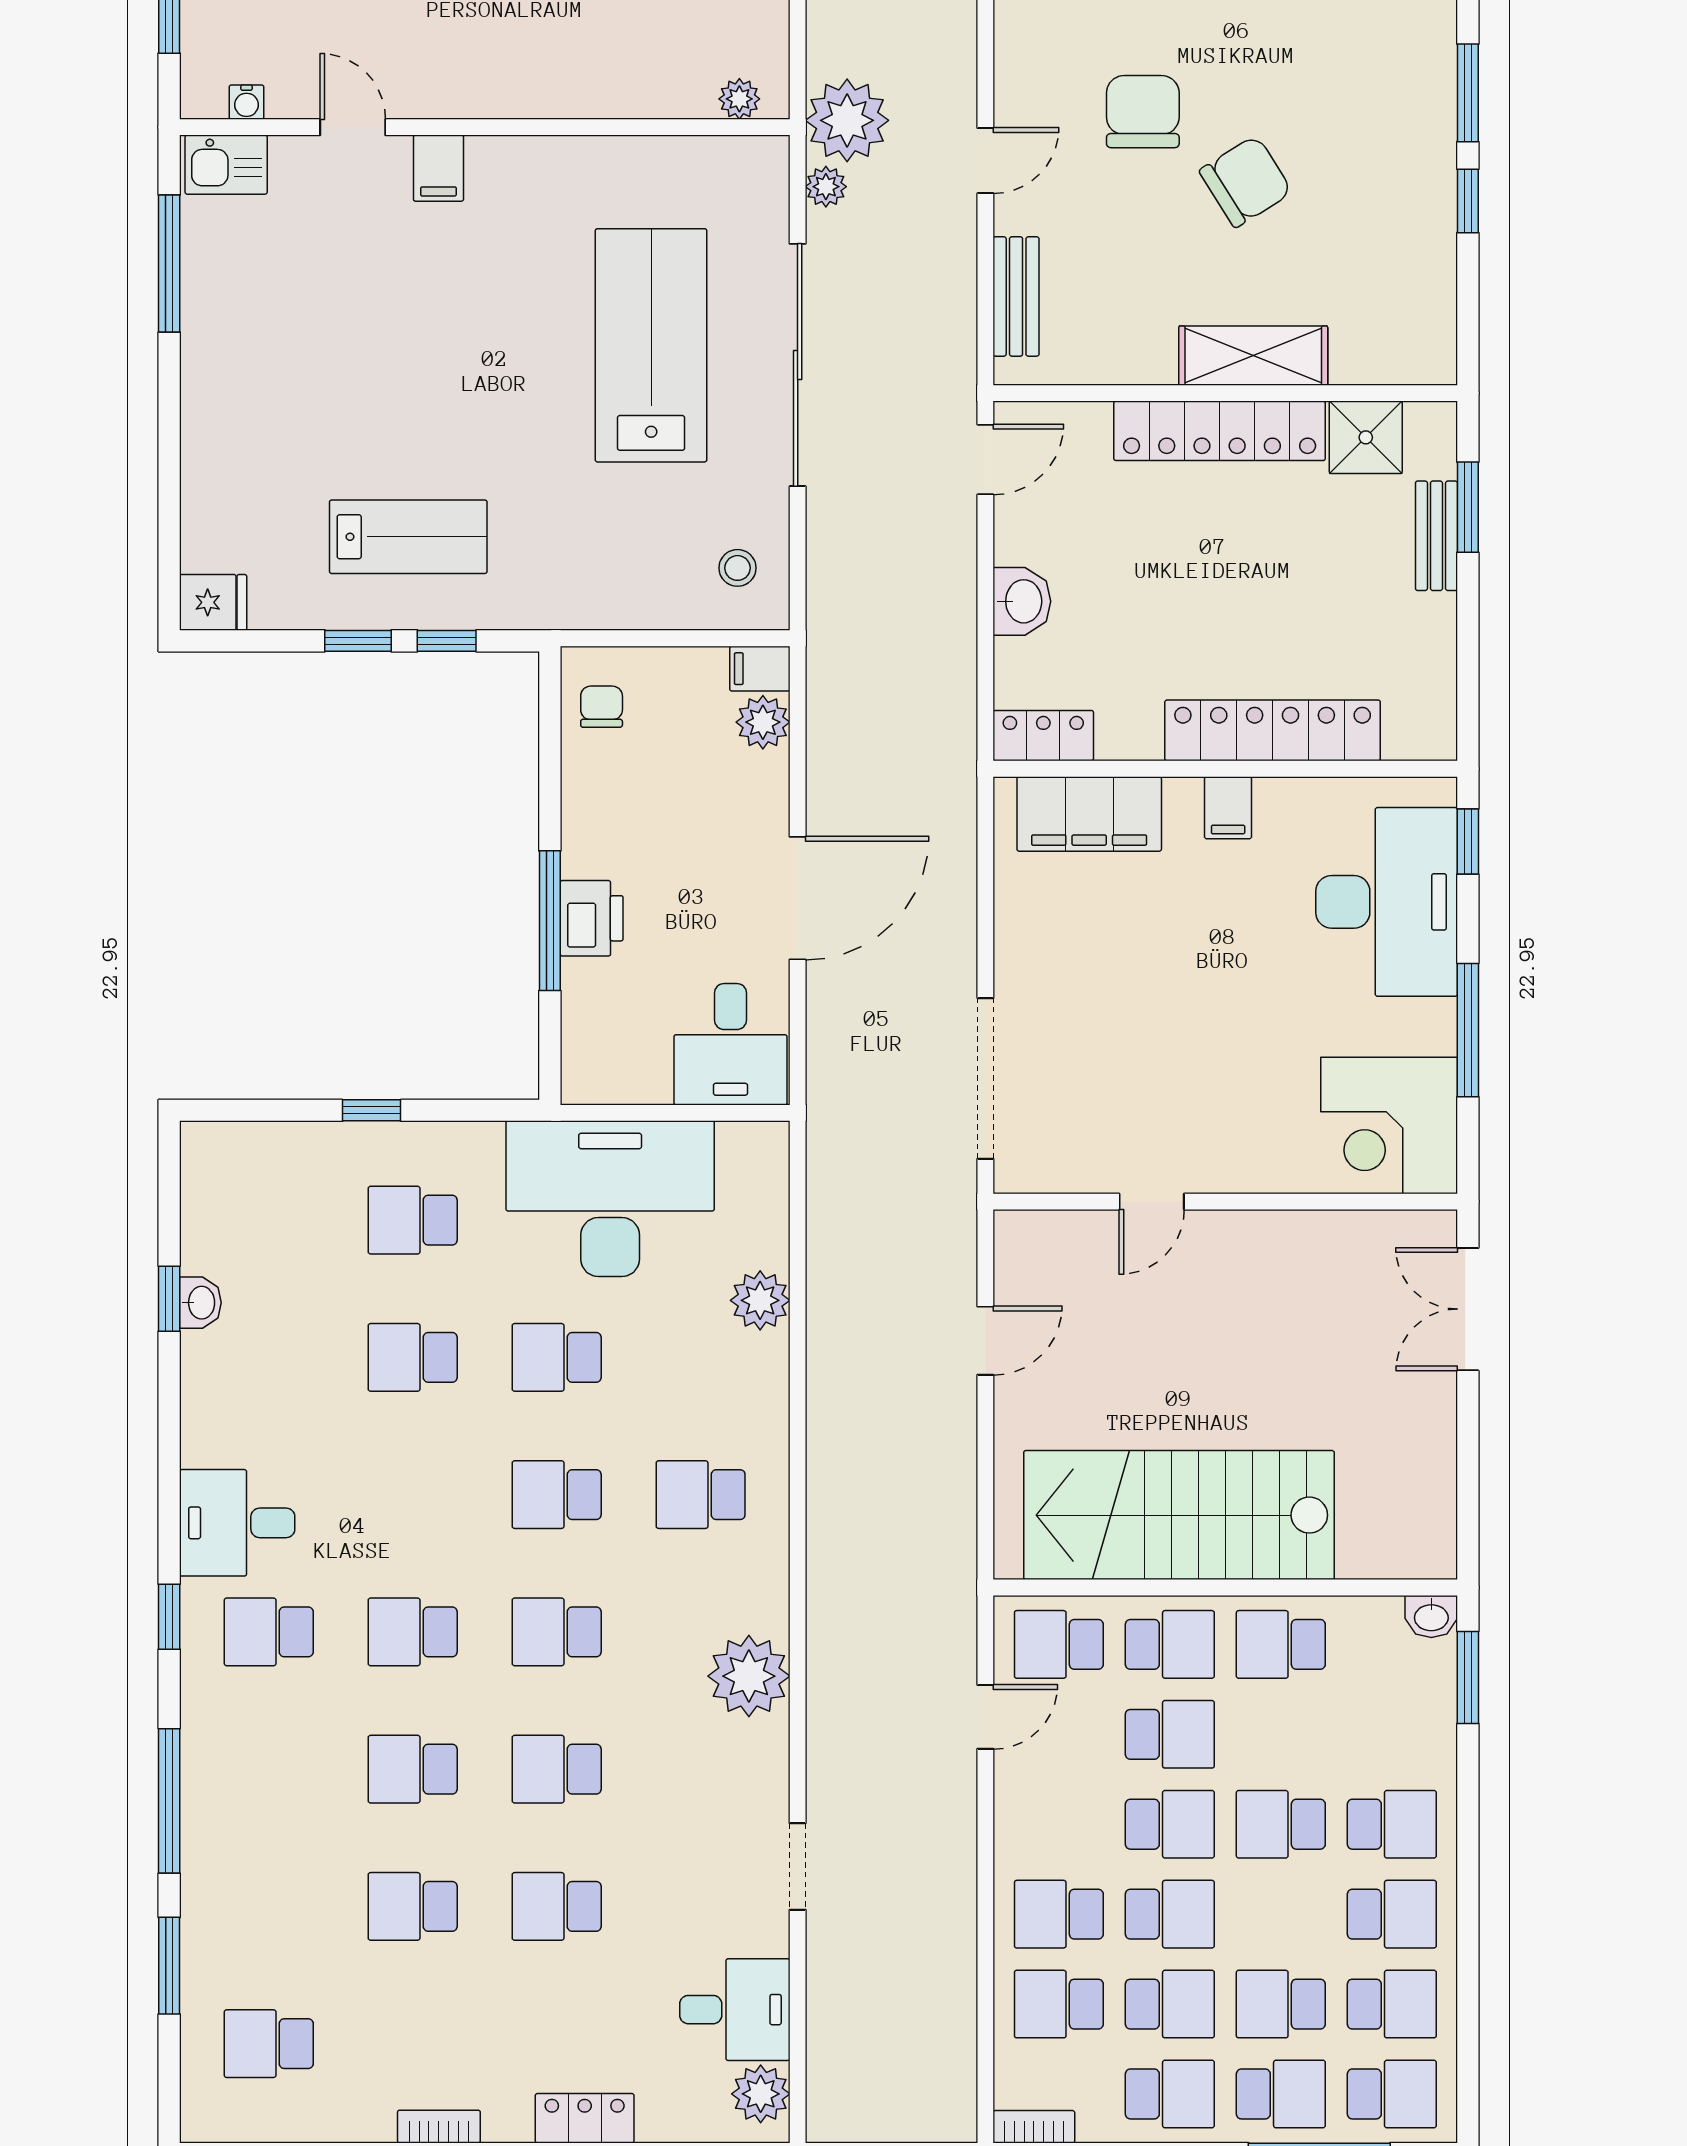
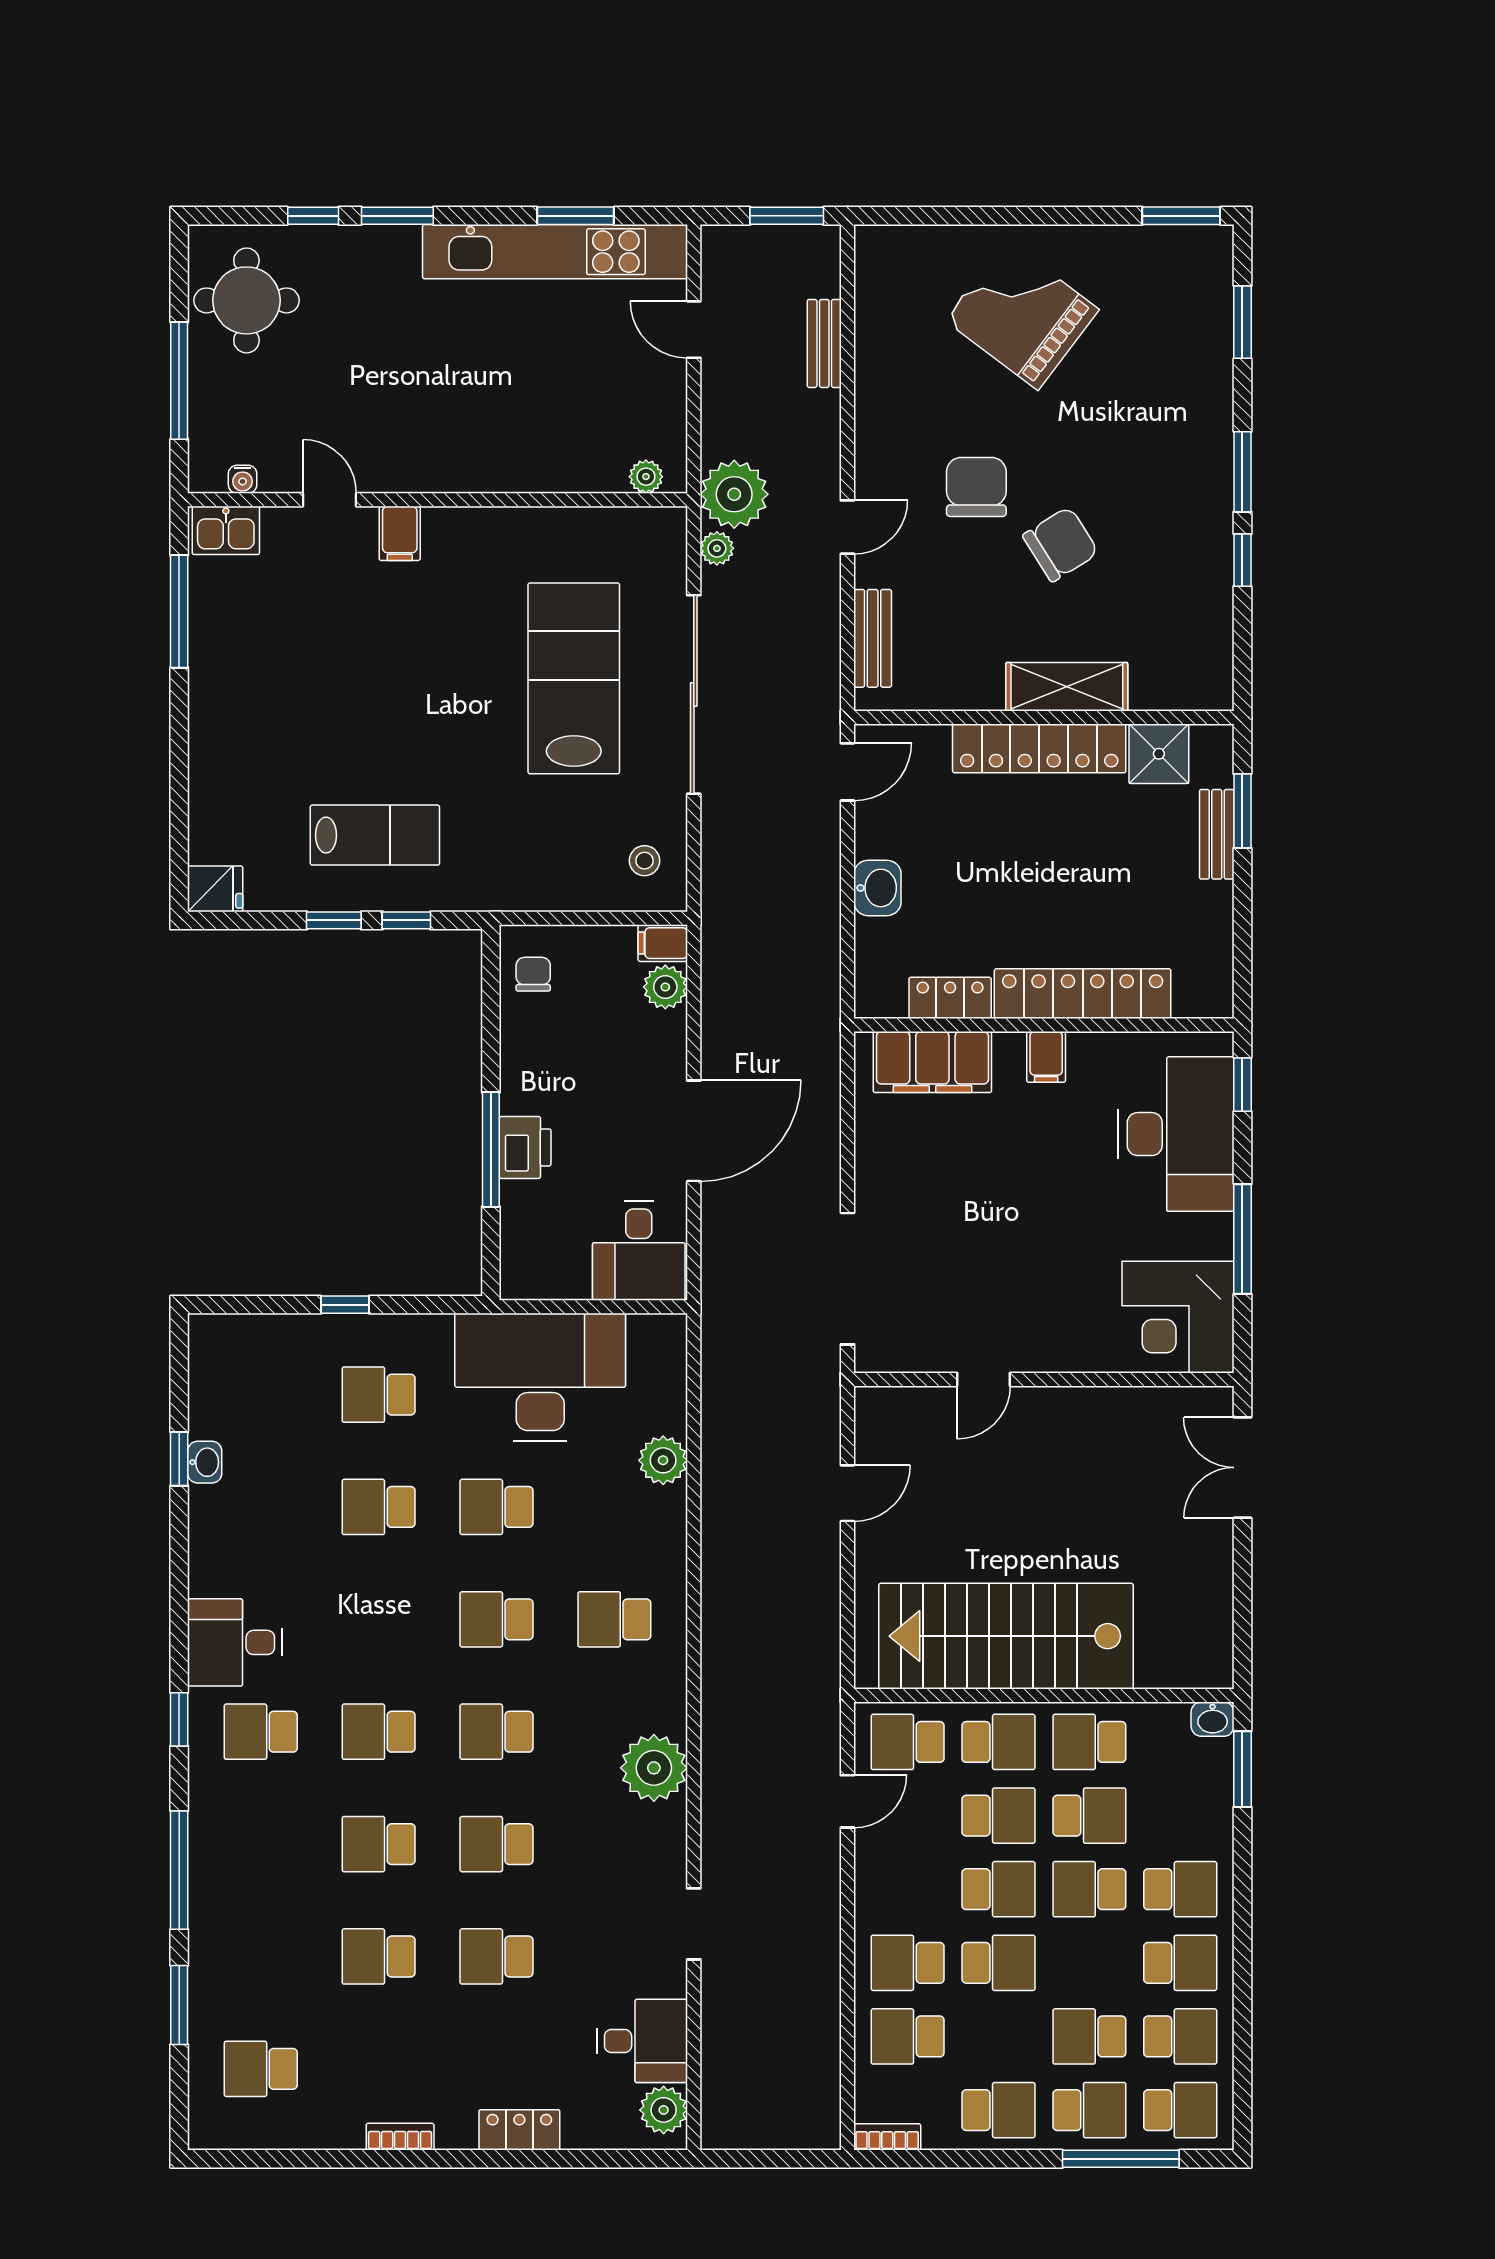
locker: (1043, 736) -> (950, 998), moved
school desk: (1170, 2004) -> (1089, 1816), moved

